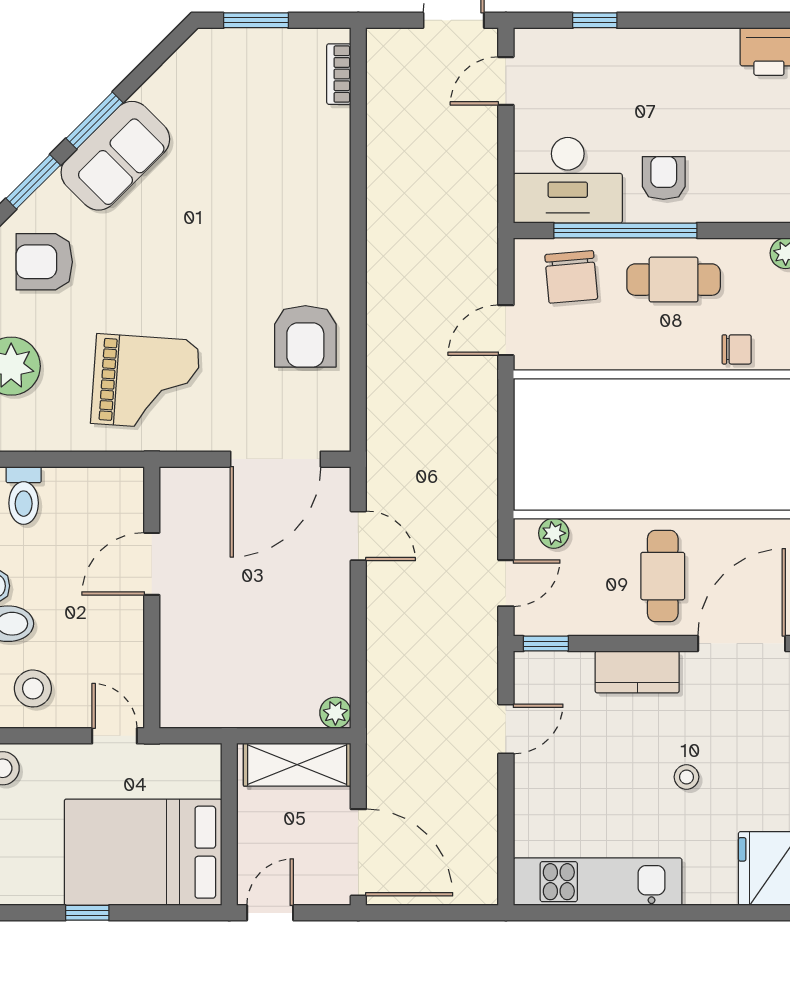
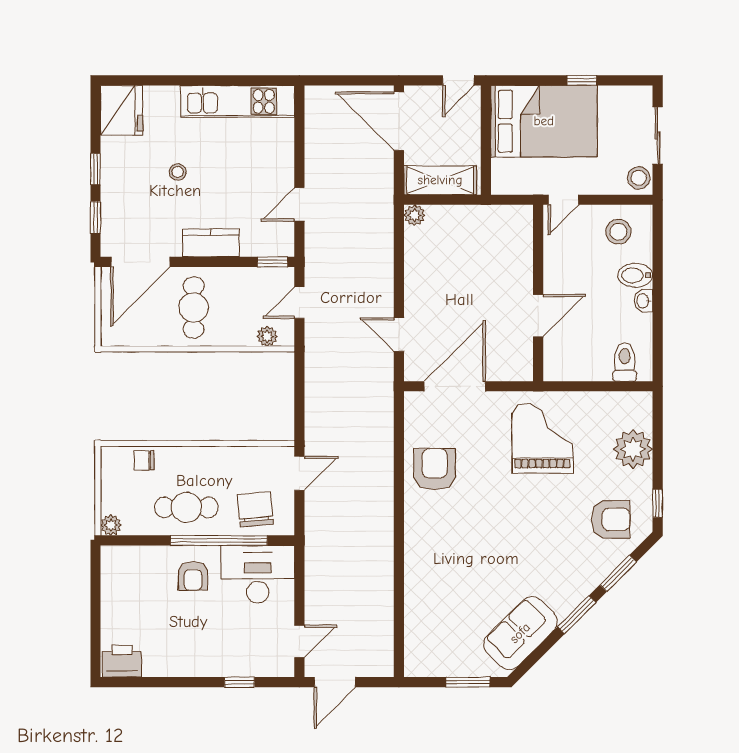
bookcase: (339, 74) -> (412, 646), removed
sofa: (115, 156) -> (520, 633), moved
grand piano: (145, 382) -> (542, 438), turned 86
door: (114, 736) -> (563, 200), hinge flipped

